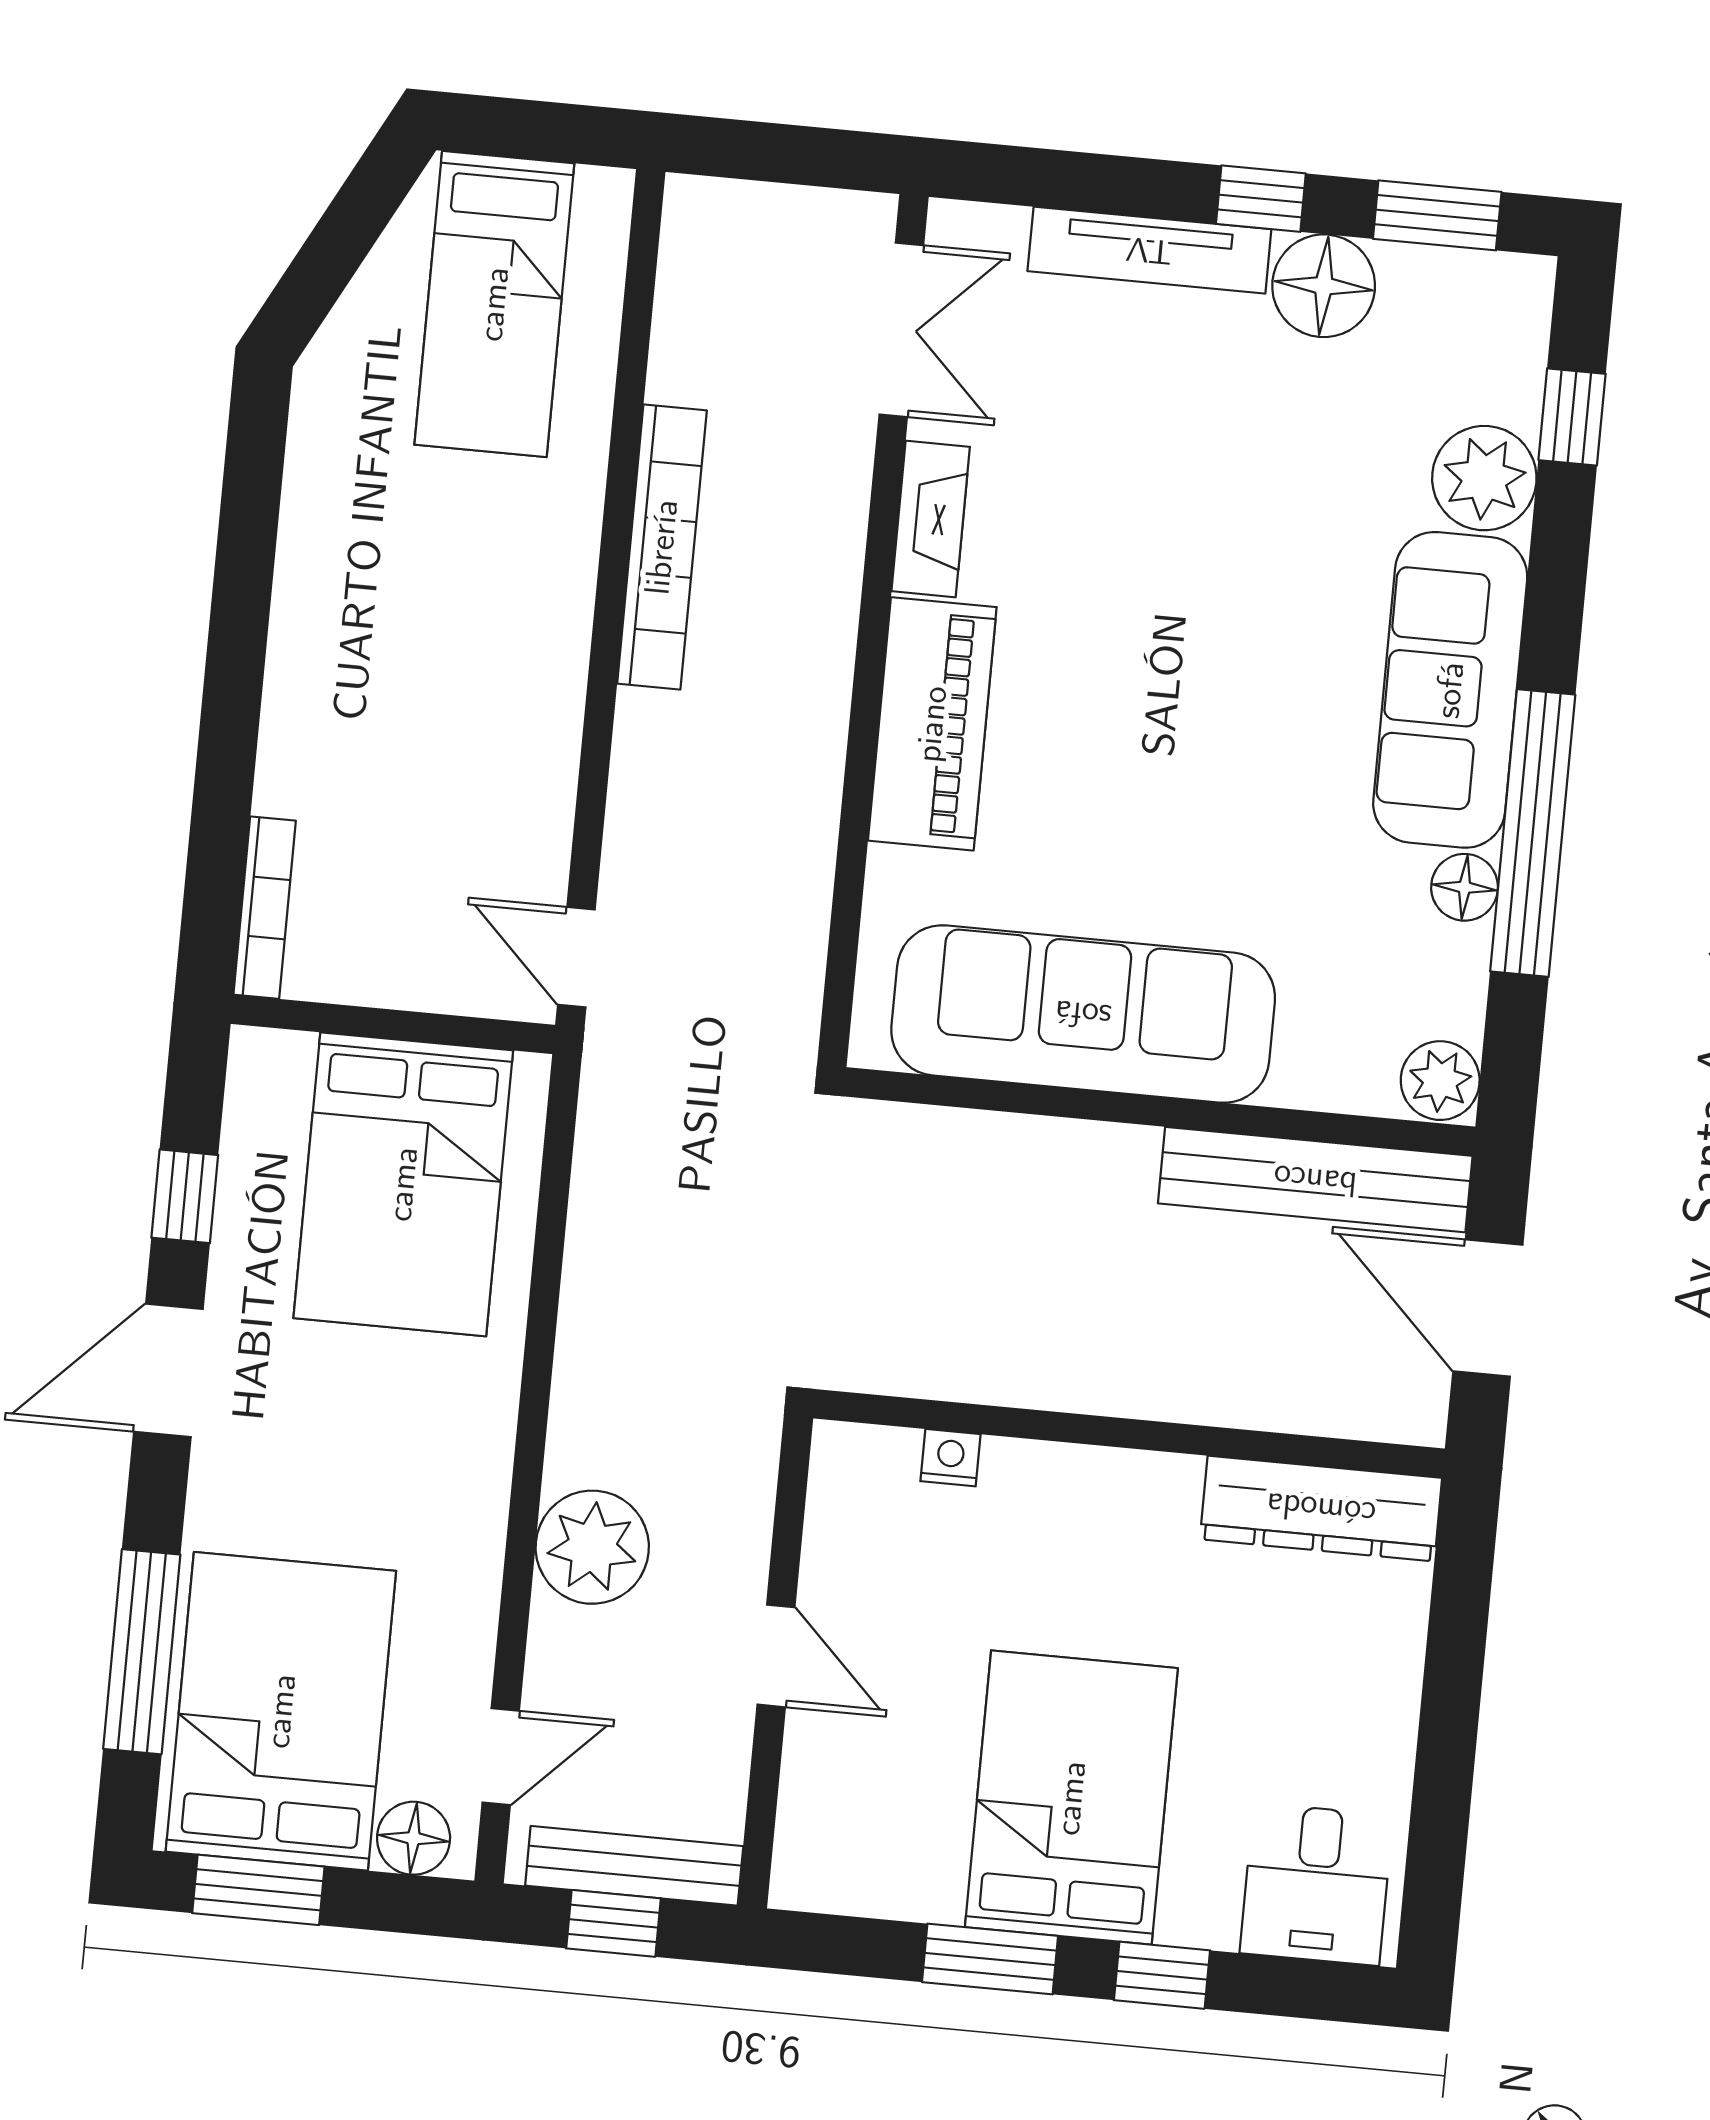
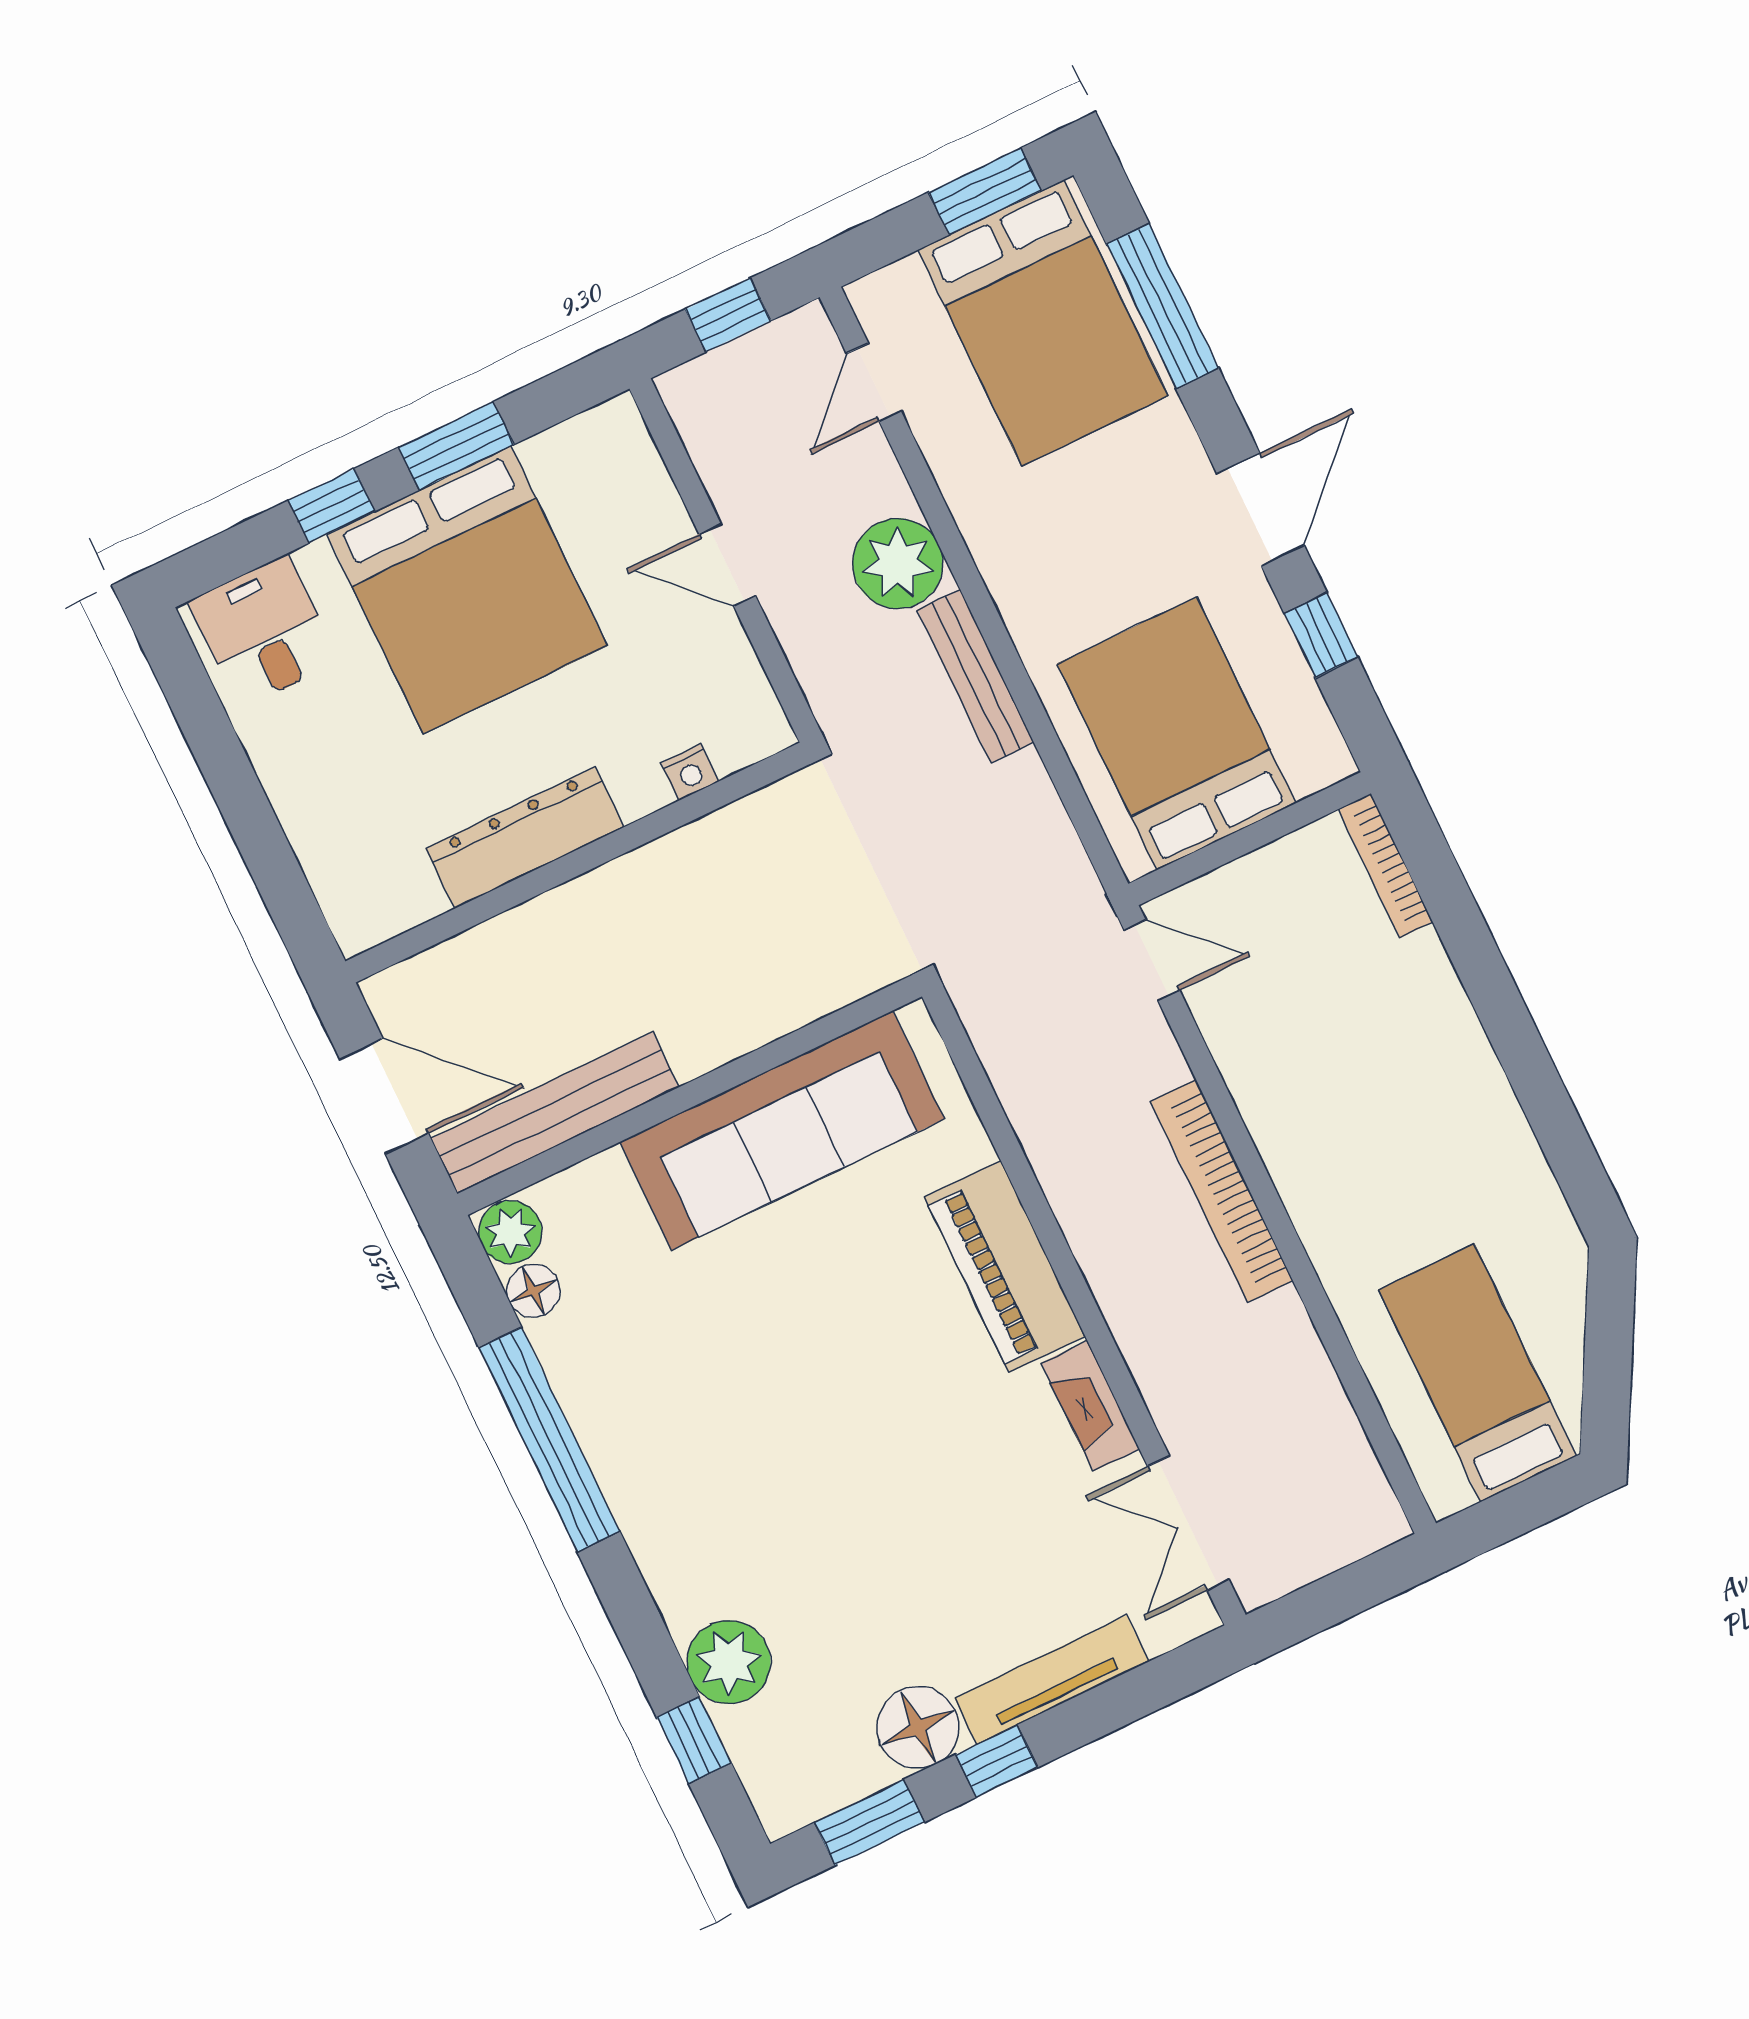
bookcase: (662, 547) -> (1222, 1191), moved
sofa: (1450, 690) -> (665, 1503), removed
floor lamp: (1465, 887) -> (533, 1291), moved
dresser: (1321, 1509) -> (525, 838), moved
bed: (1071, 1798) -> (467, 590), width x1.36
floor lamp: (414, 1838) -> (900, 291), removed
bench: (634, 1866) -> (976, 676), moved, turned 90

